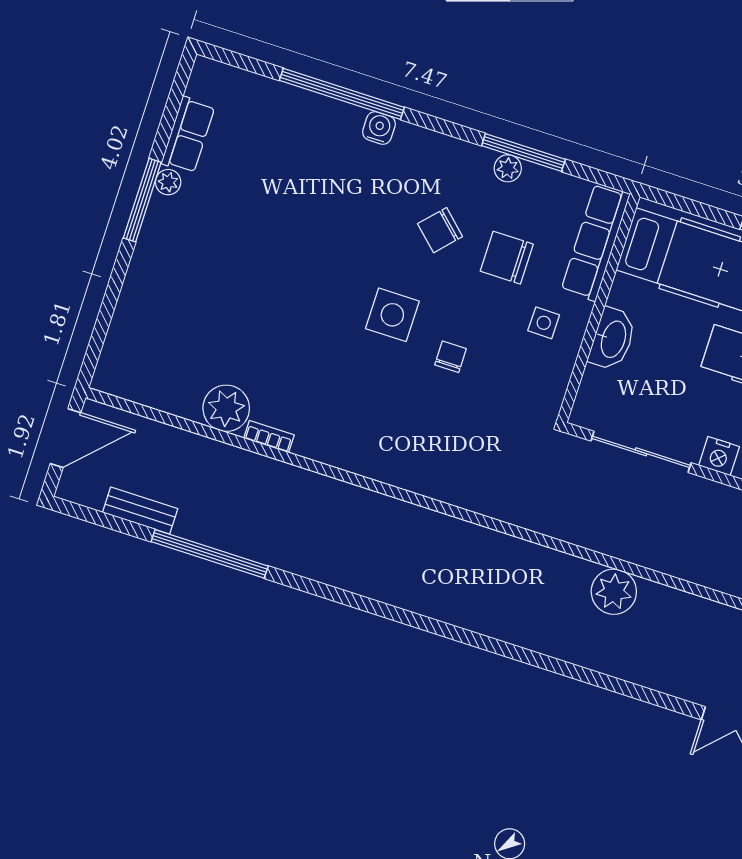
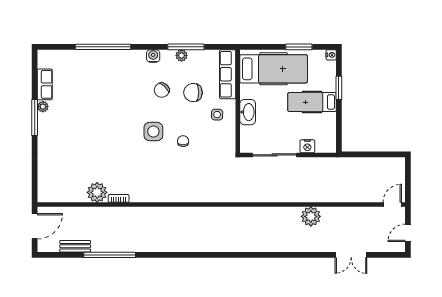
water cooler: (379, 128) -> (153, 56), moved
plant: (614, 592) -> (311, 216), moved

